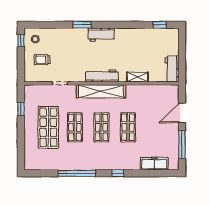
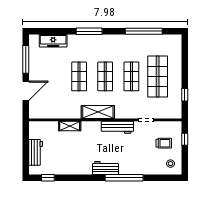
window: (82, 25) -> (124, 178), width x2.11
window: (21, 41) -> (185, 139), moved
workbench: (172, 69) -> (36, 152), moved
workbench: (102, 76) -> (117, 127), moved
shelving: (101, 91) -> (98, 112), width x0.68
window: (77, 173) -> (144, 31), moved
window: (118, 173) -> (89, 31), width x2.17

